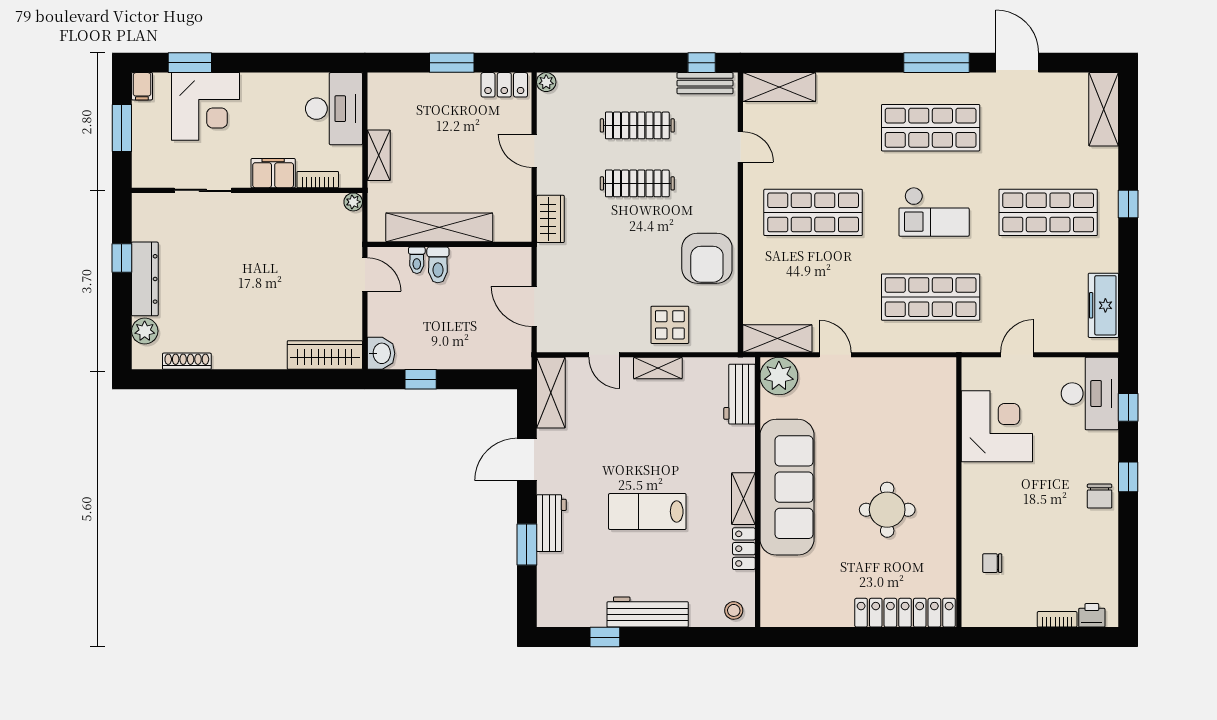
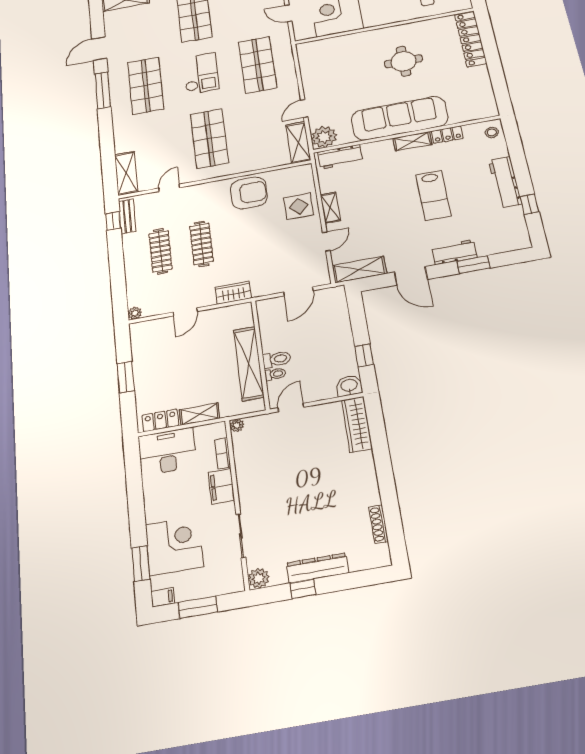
locker: (504, 85) -> (160, 420), moved, turned -90
plant: (145, 331) -> (259, 578), moved

